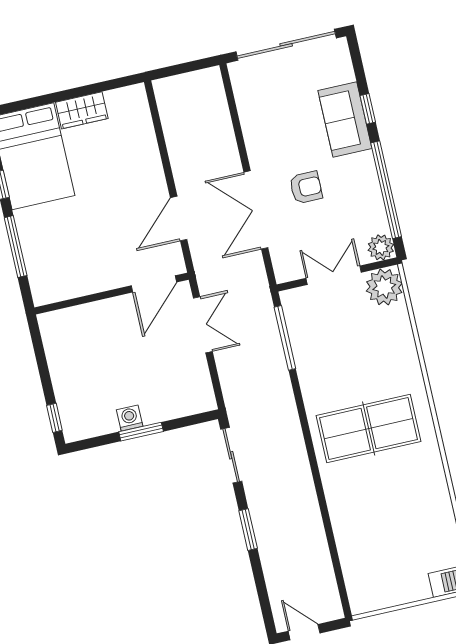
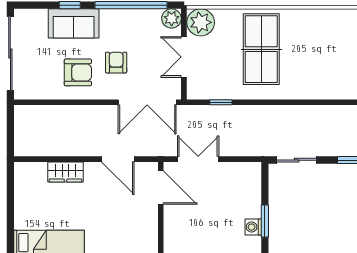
wardrobe: (82, 110) -> (66, 172), moved, turned 90
armchair: (281, 140) -> (78, 72), added
double door: (256, 210) -> (147, 102), moved
window: (285, 338) -> (221, 102), width x0.46
table tennis table: (369, 429) -> (261, 49), moved

